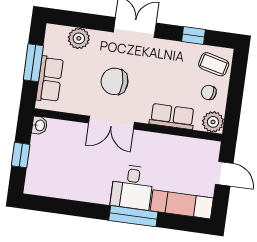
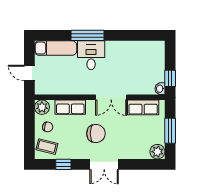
plant: (79, 38) -> (157, 152), moved
row of seats: (50, 79) -> (143, 107), moved, turned -90
chair: (115, 81) -> (96, 134), moved
double door: (111, 123) -> (111, 97), swing flipped
window: (21, 155) -> (170, 78), moved

